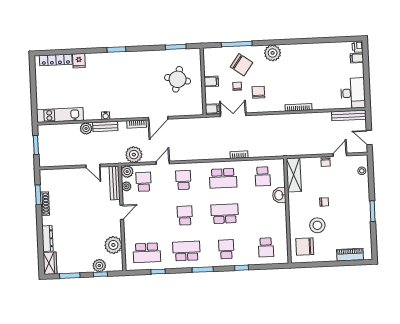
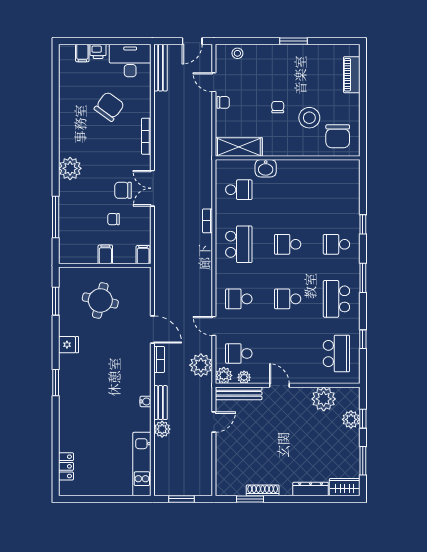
printer: (358, 47) -> (98, 51), moved
locker: (56, 60) -> (66, 466), width x0.66
fridge: (79, 61) -> (69, 345), moved
chair: (242, 65) -> (109, 107), moved
double door: (233, 115) -> (152, 188), moved
school desk: (225, 214) -> (288, 244), width x0.54
school desk: (266, 247) -> (336, 190), removed

